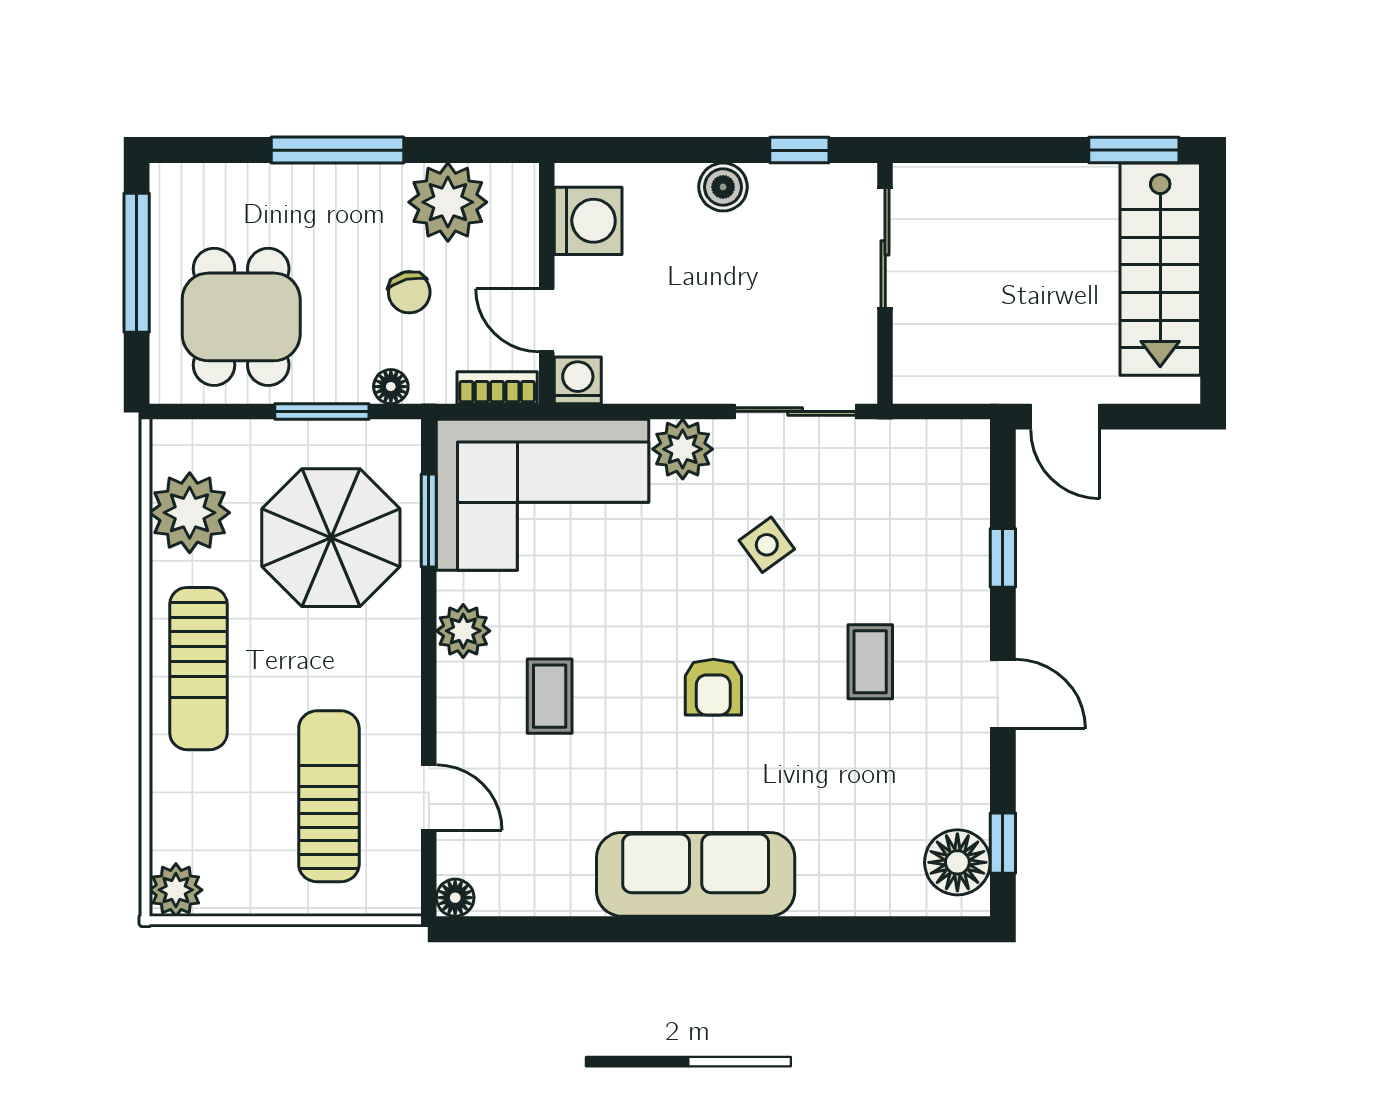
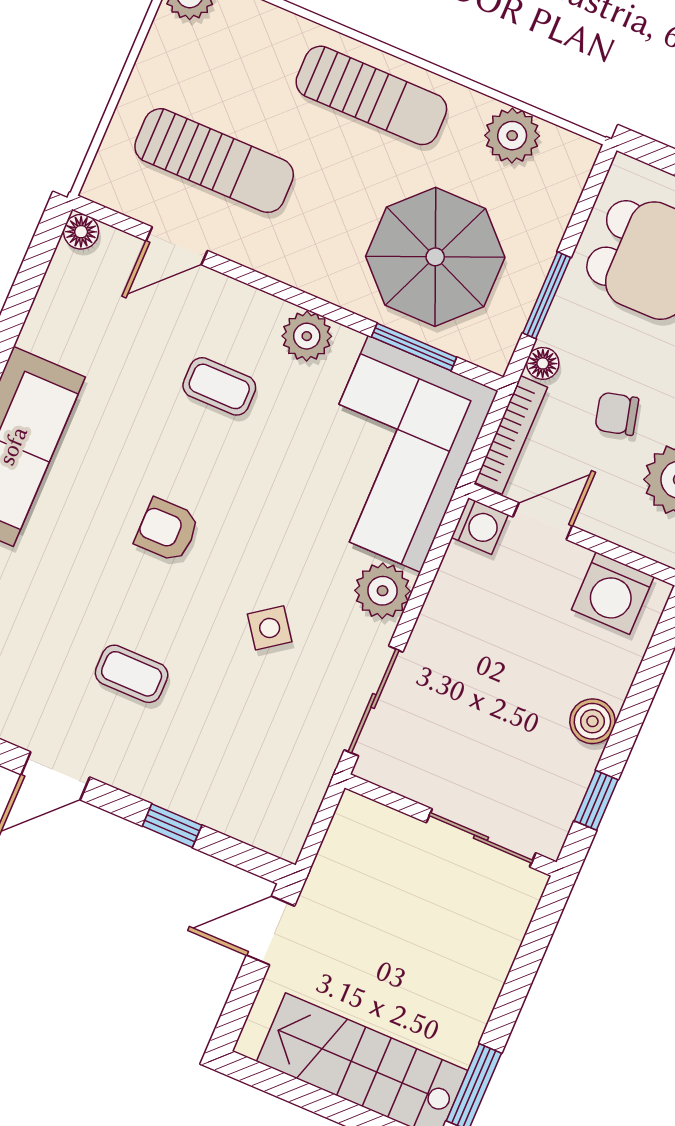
bookcase: (497, 388) -> (511, 435), width x1.56
plant: (190, 513) -> (512, 136), width x0.73, depth x0.73
sun lounger: (198, 669) -> (371, 95), turned 180

